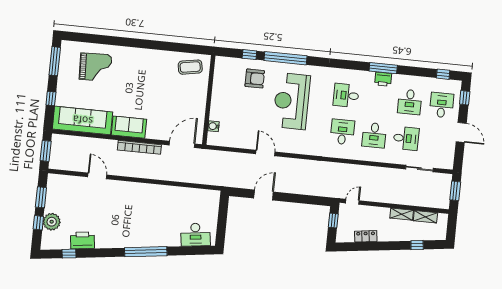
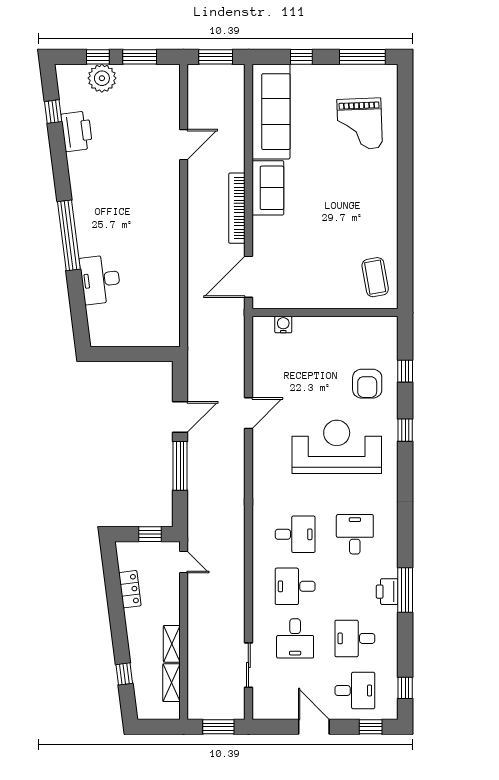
window: (286, 58) -> (405, 430), width x0.32
door: (461, 132) -> (314, 727), swing flipped
door: (182, 144) -> (248, 277), swing flipped
door: (264, 195) -> (180, 417), hinge flipped
window: (293, 198) -> (180, 466), added
desk: (195, 235) -> (100, 280), moved

